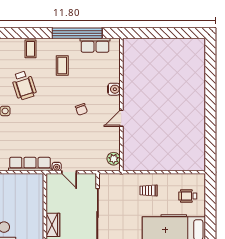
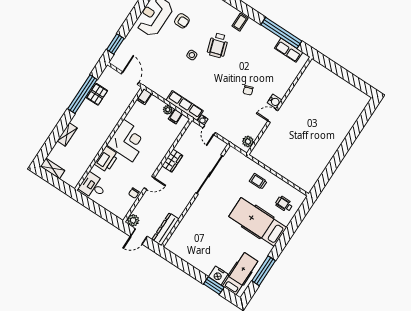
coffee table: (62, 66) -> (255, 49), removed
water cooler: (114, 89) -> (275, 101), moved
plant: (16, 179) -> (168, 110), added
filing cabinet: (28, 180) -> (175, 116), added

